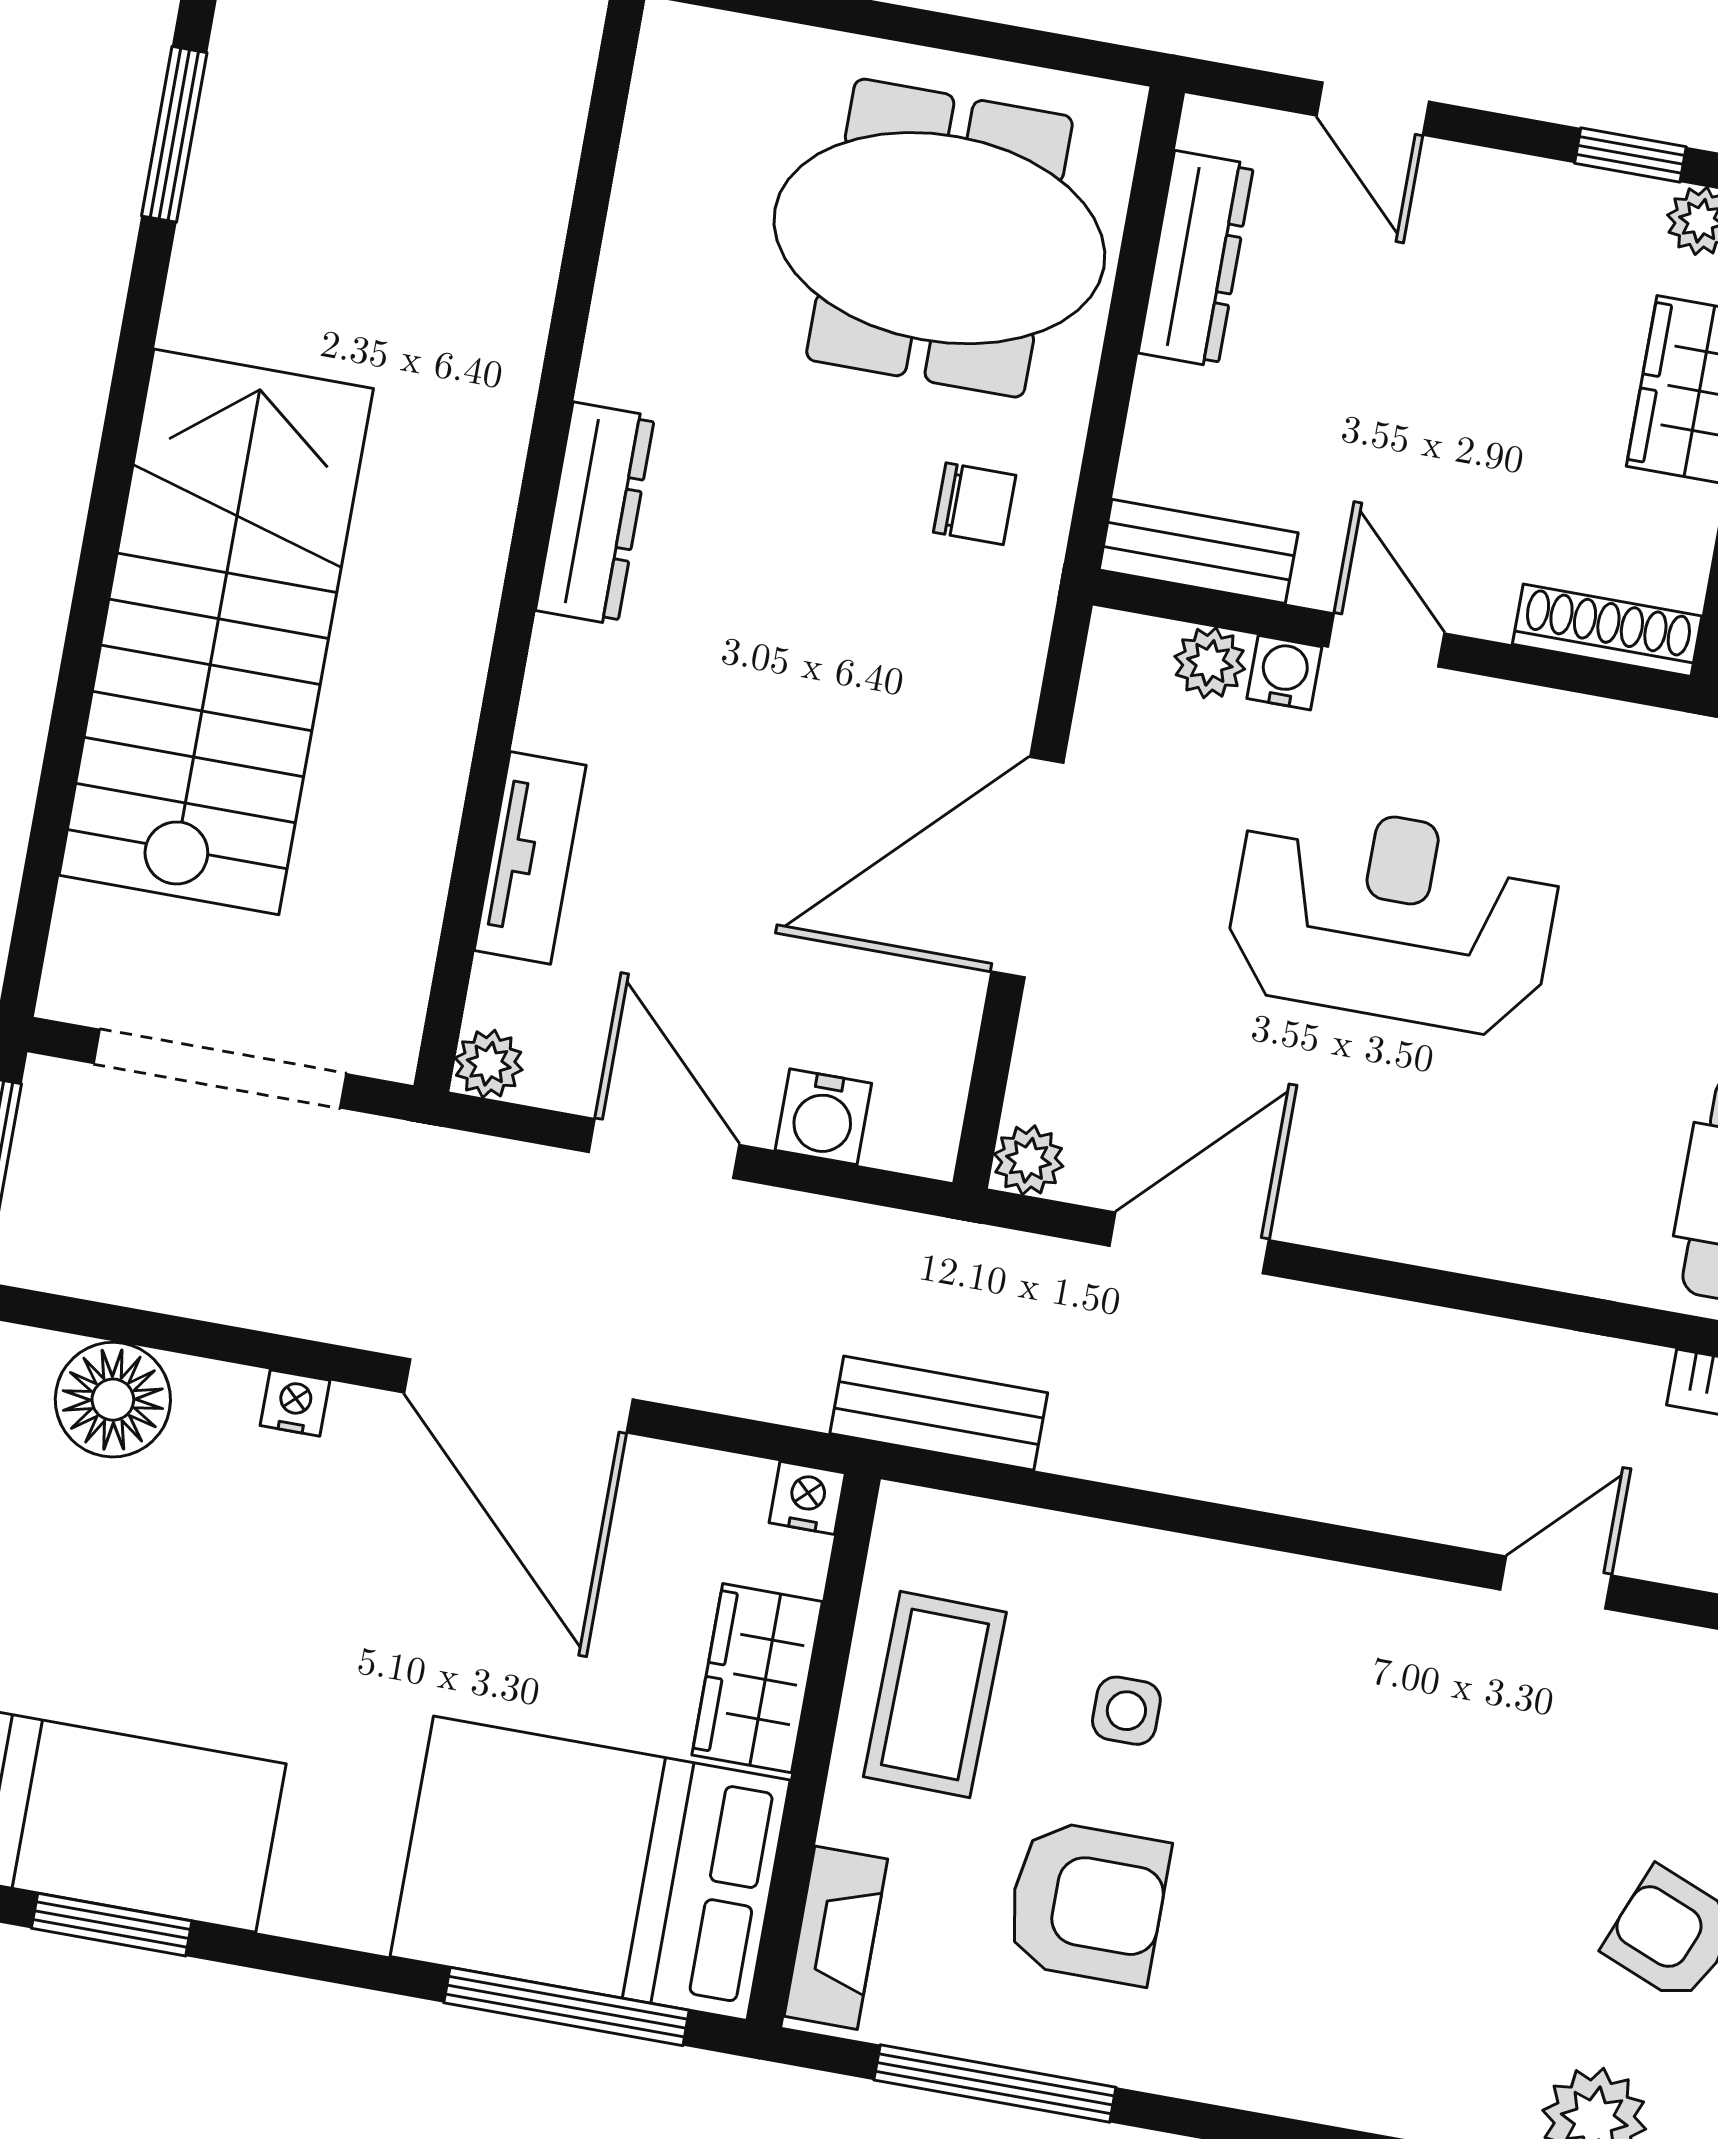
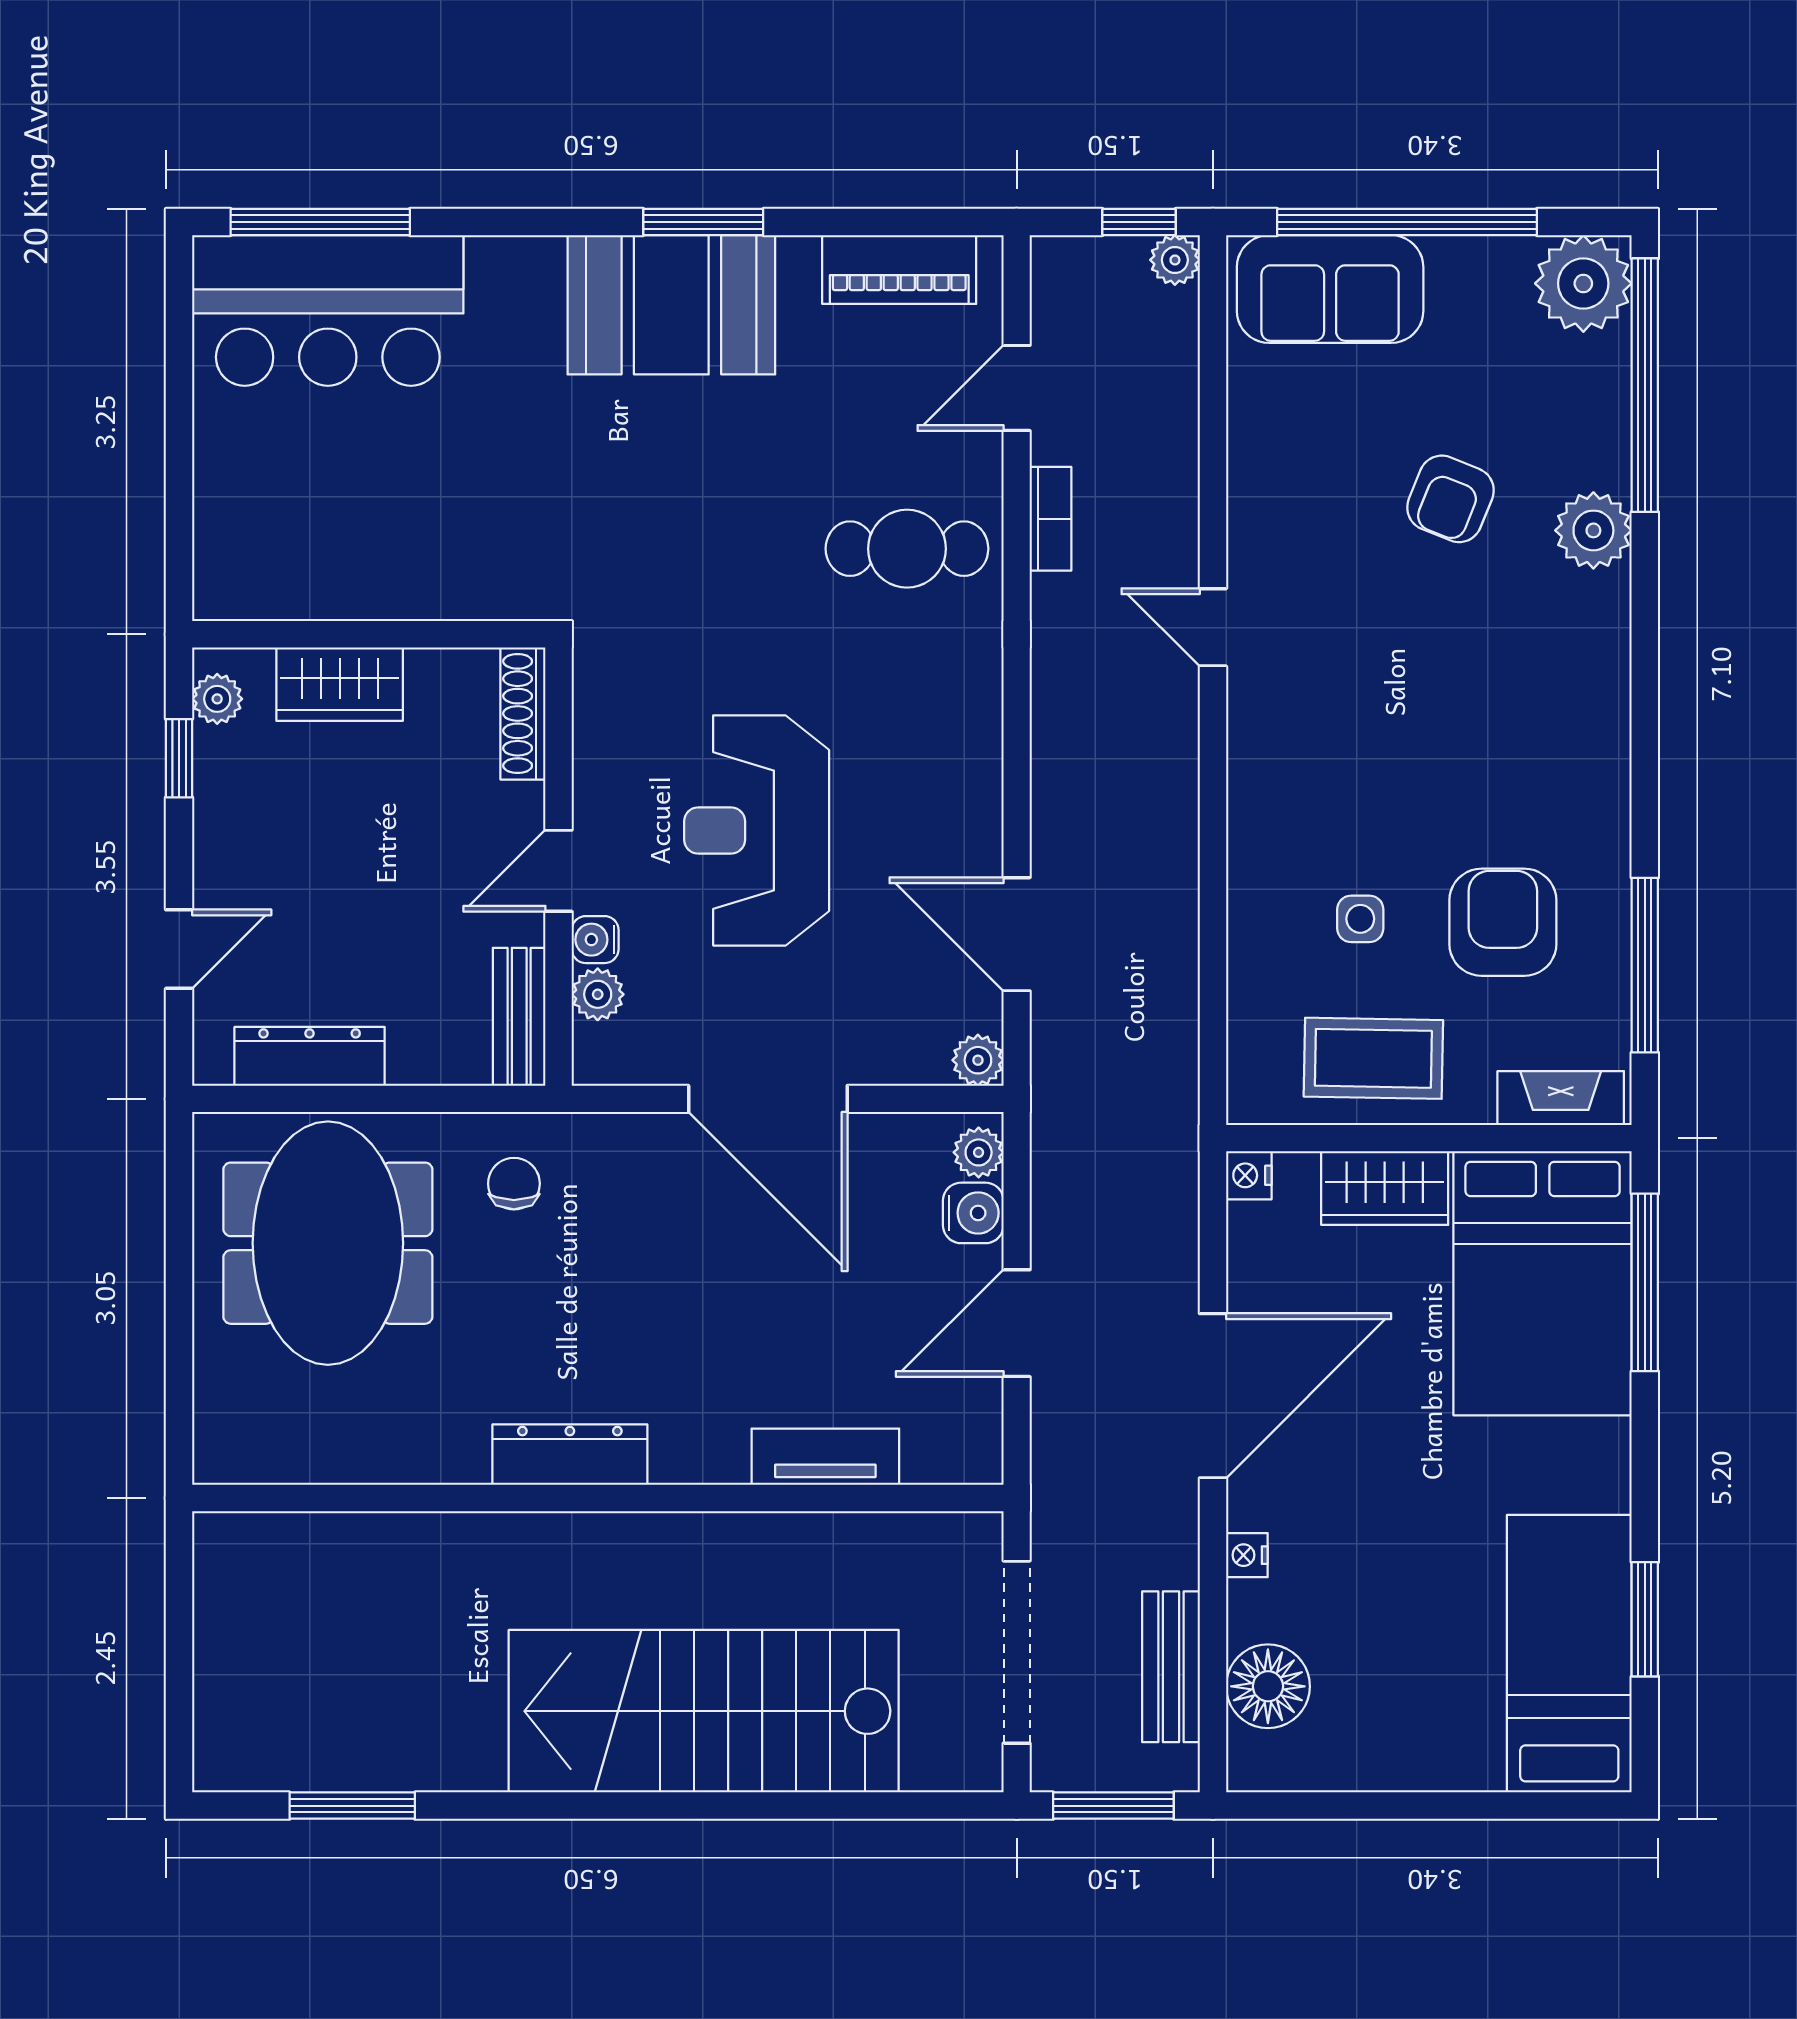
plant: (489, 1064) -> (979, 1152), moved
bench: (939, 1413) -> (1171, 1667), moved

